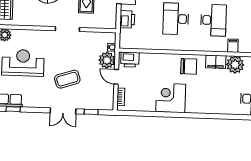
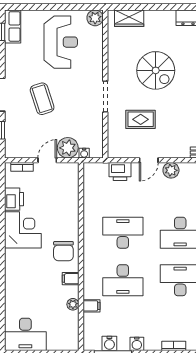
printer: (130, 60) -> (14, 199), moved, turned 180
filing cabinet: (216, 62) -> (71, 279), width x0.50
plant: (235, 65) -> (73, 304), width x0.53, depth x0.53

